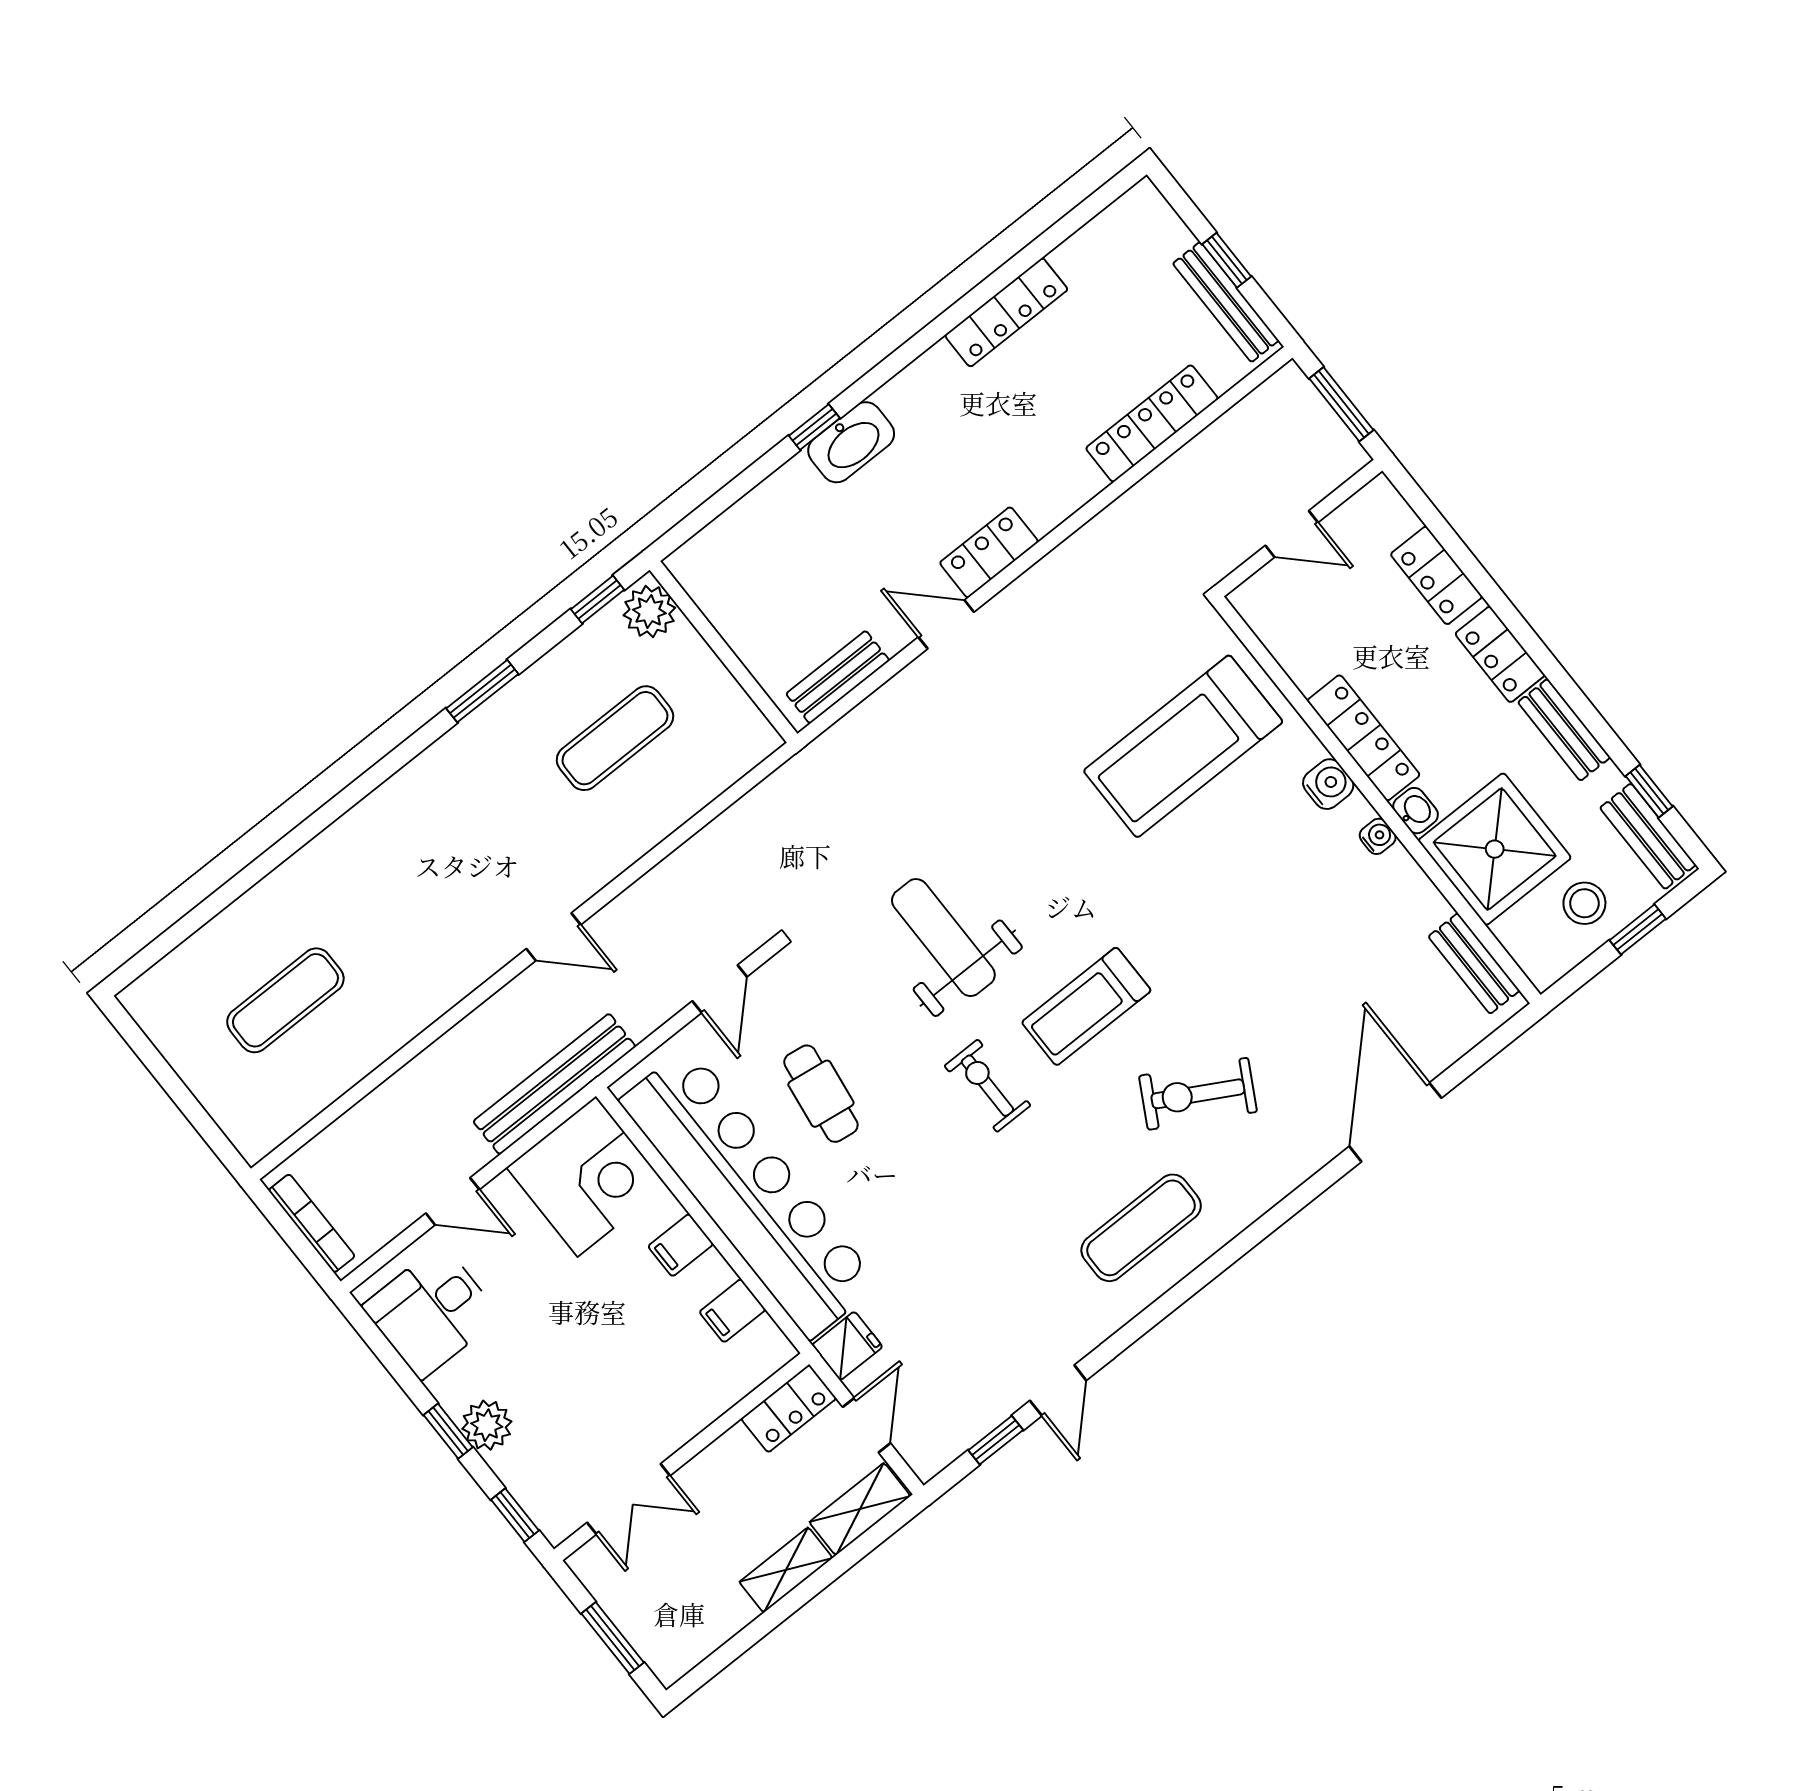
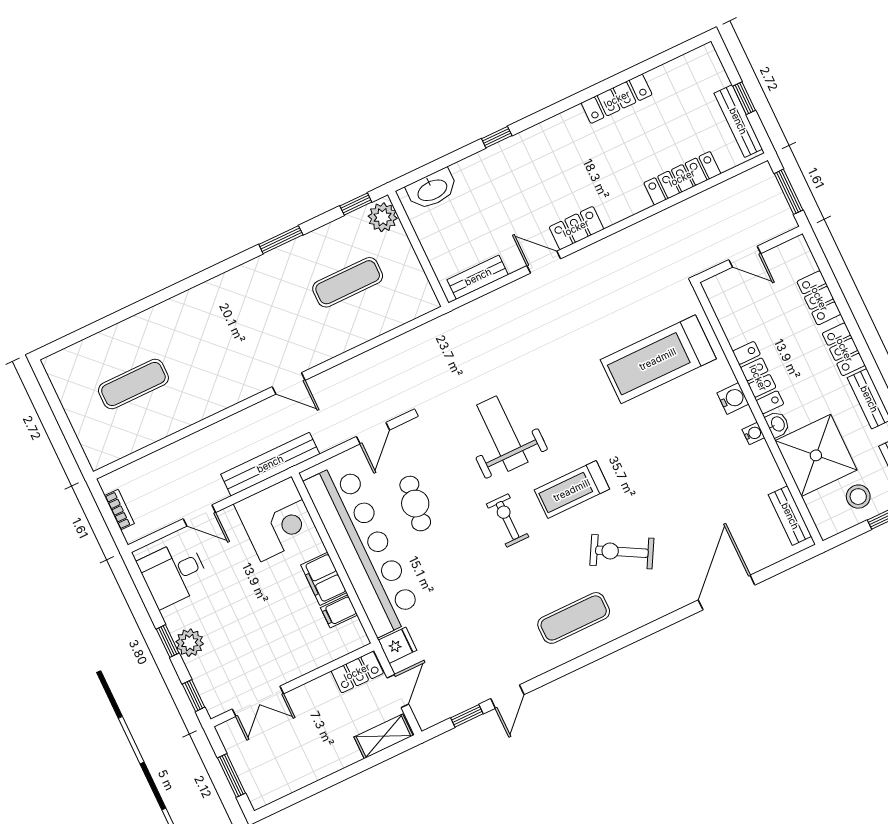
washbasin: (851, 442) -> (432, 189), moved
bookcase: (312, 1223) -> (119, 510), width x0.64
filing cabinet: (681, 1245) -> (324, 579), width x2.00
shelving: (786, 1570) -> (335, 760), removed

